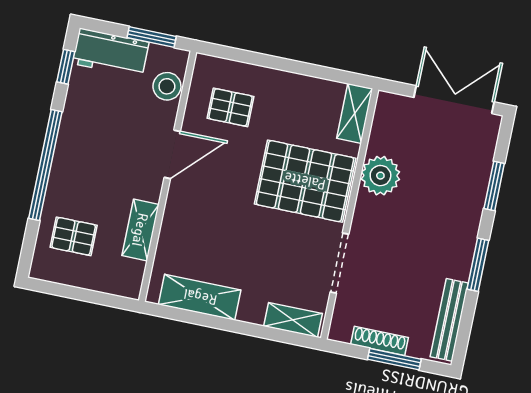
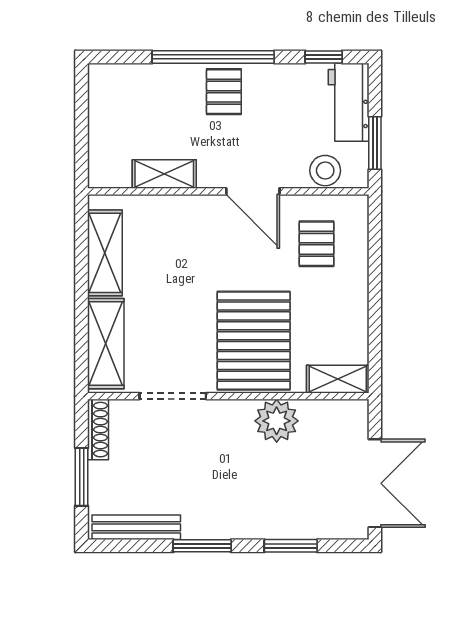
pallet: (74, 236) -> (224, 92), moved
shelving: (293, 320) -> (106, 344), width x1.50, depth x1.33
shoe rack: (380, 341) -> (98, 430), moved

